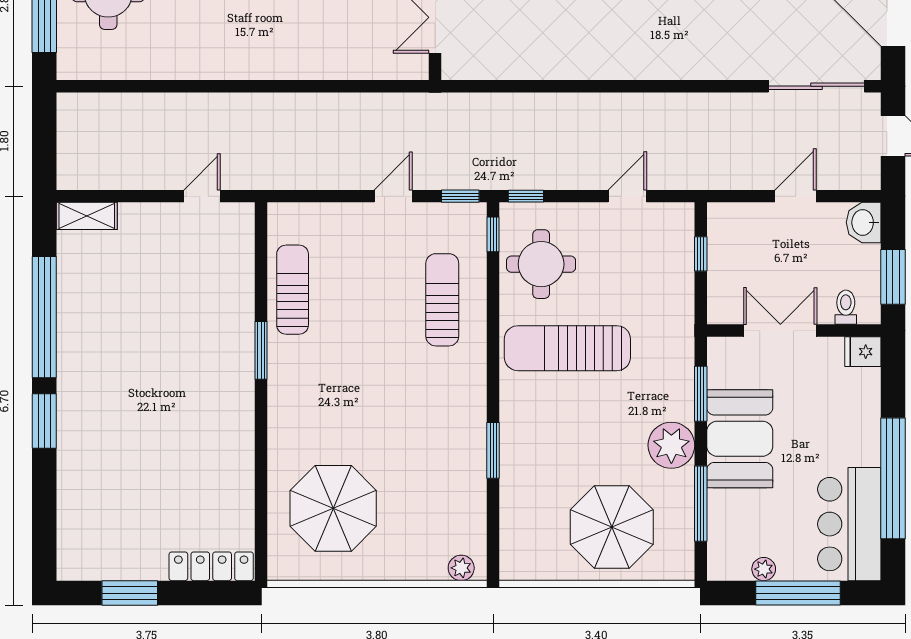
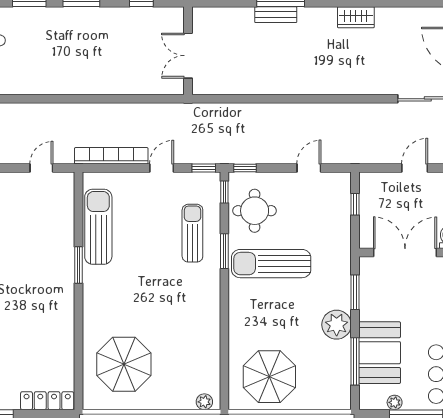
bookcase: (313, 177) -> (111, 156), added
sun lounger: (293, 290) -> (98, 227), width x1.36, depth x1.34
double door: (780, 330) -> (405, 252), width x1.37
booth: (740, 439) -> (380, 353), moved
window: (493, 450) -> (224, 251), moved
parasol: (612, 527) -> (269, 377), moved

